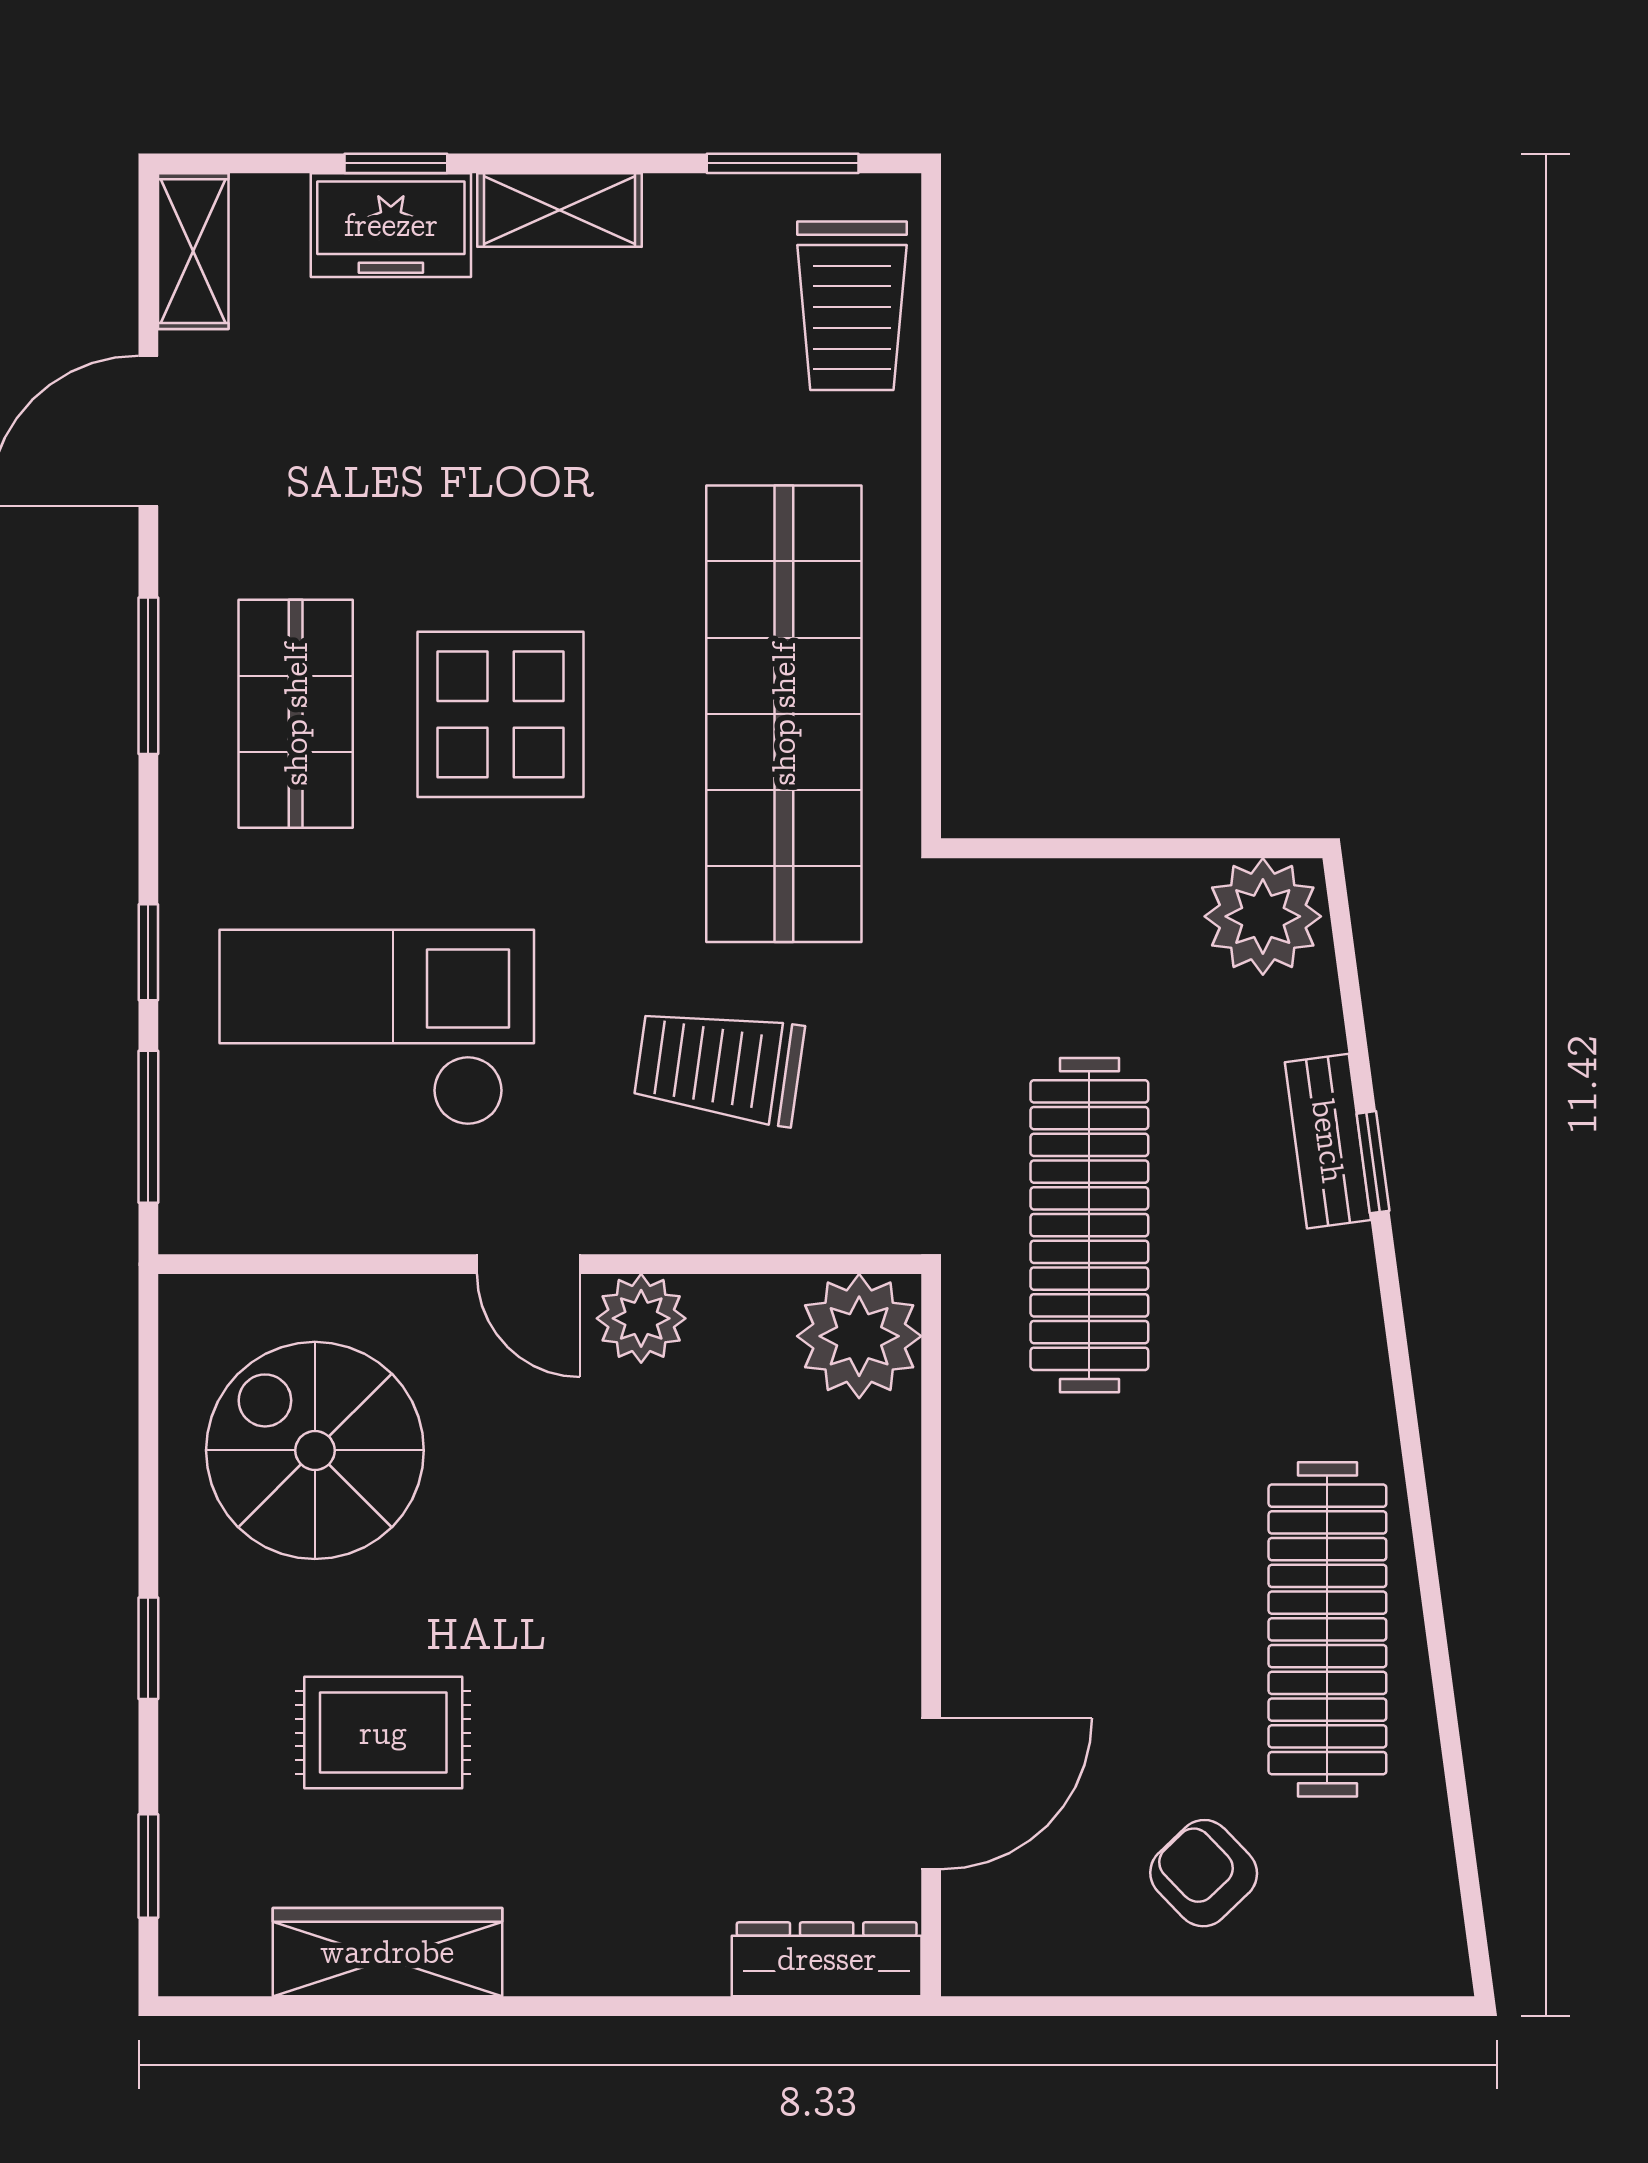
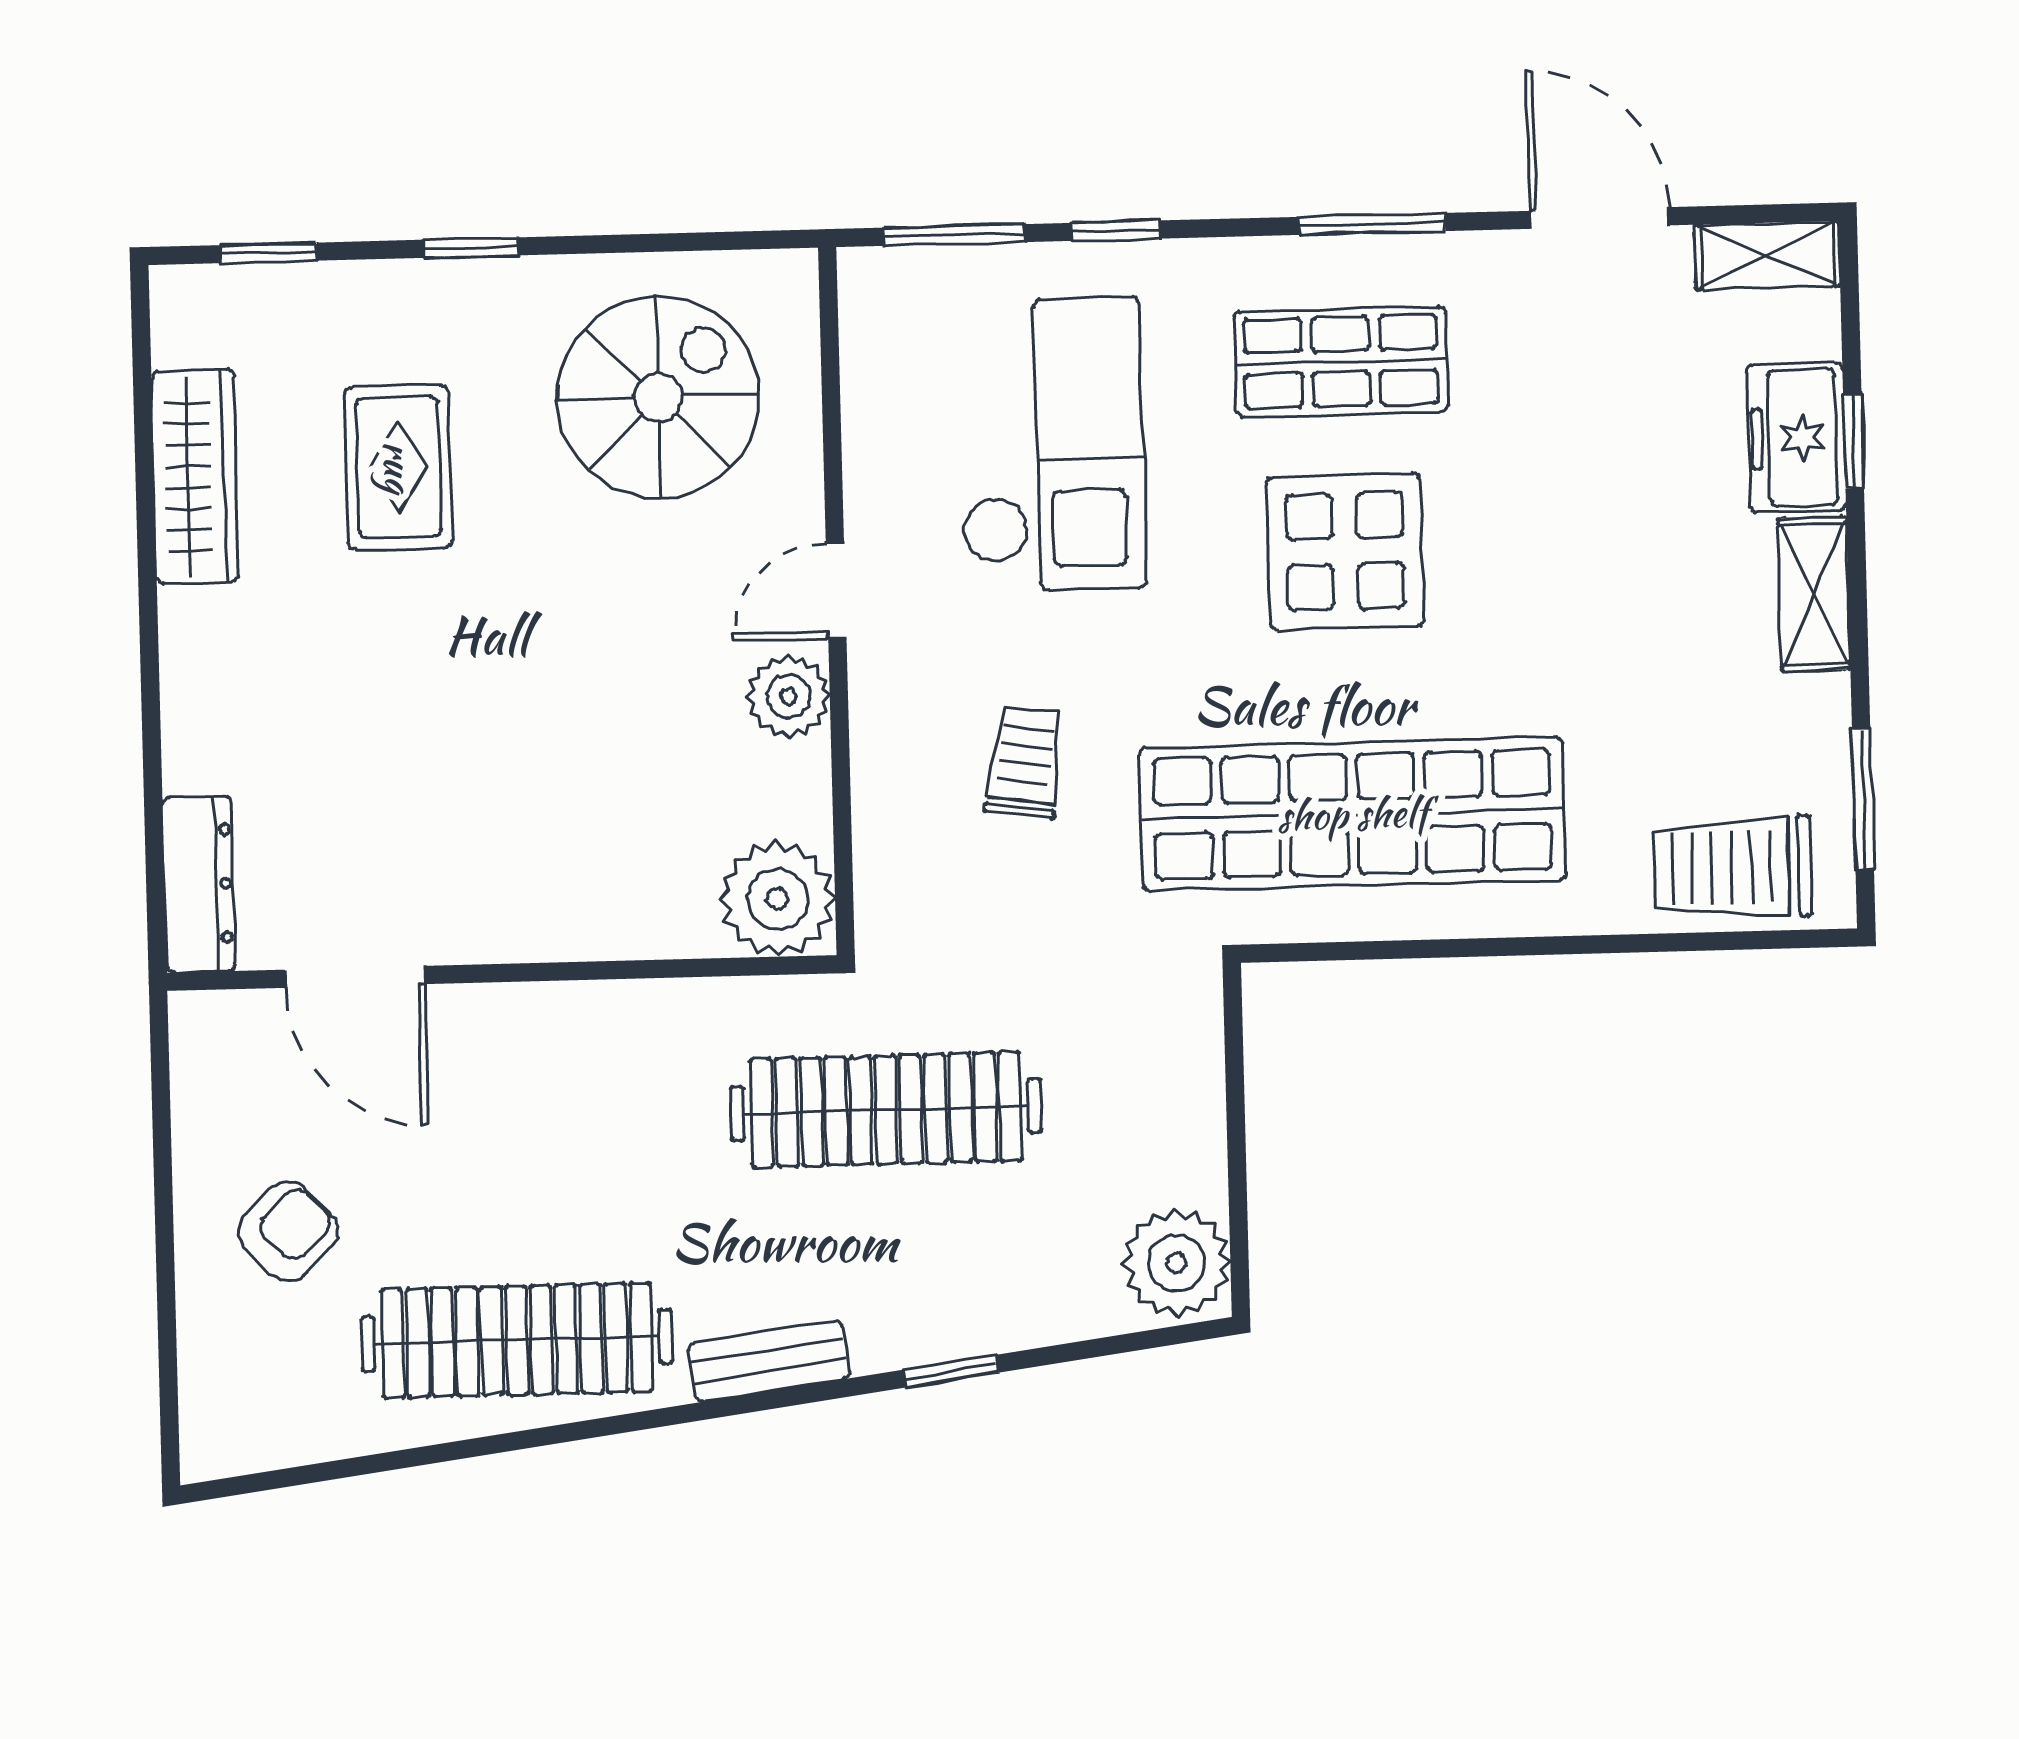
trolley: (719, 1066) -> (1025, 762), width x0.73, depth x0.72
bench: (1328, 1141) -> (769, 1361), moved

